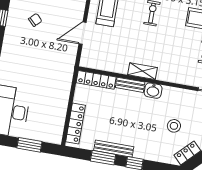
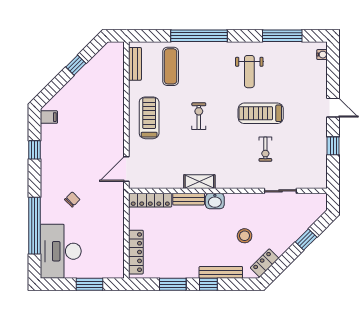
chair: (35, 20) -> (72, 199), moved
door: (83, 33) -> (126, 169), moved
bench: (114, 149) -> (221, 272), moved

